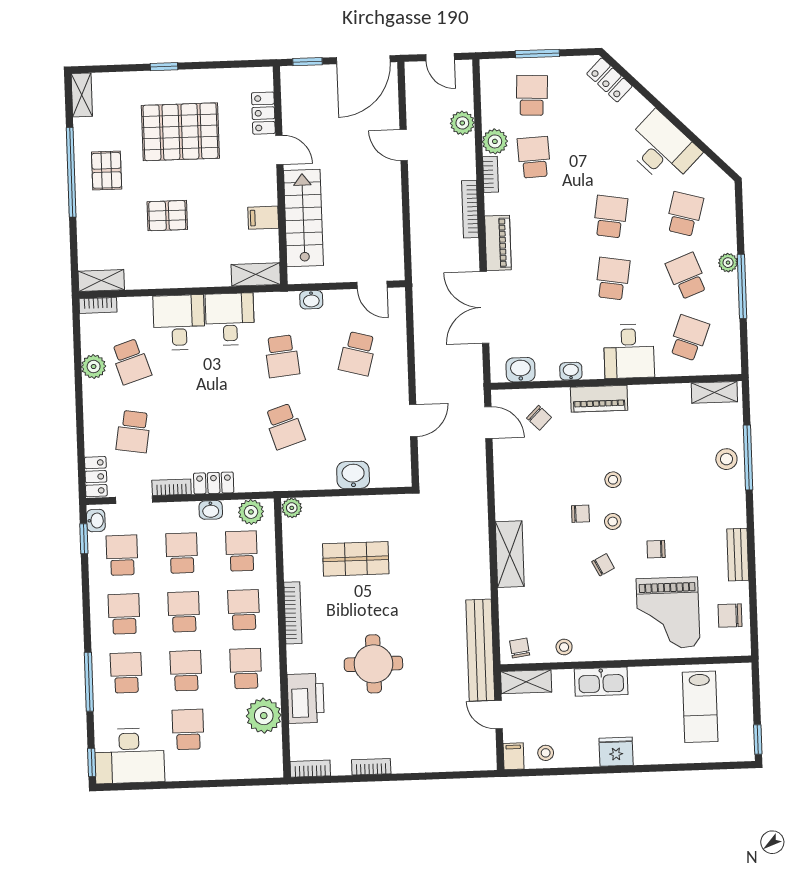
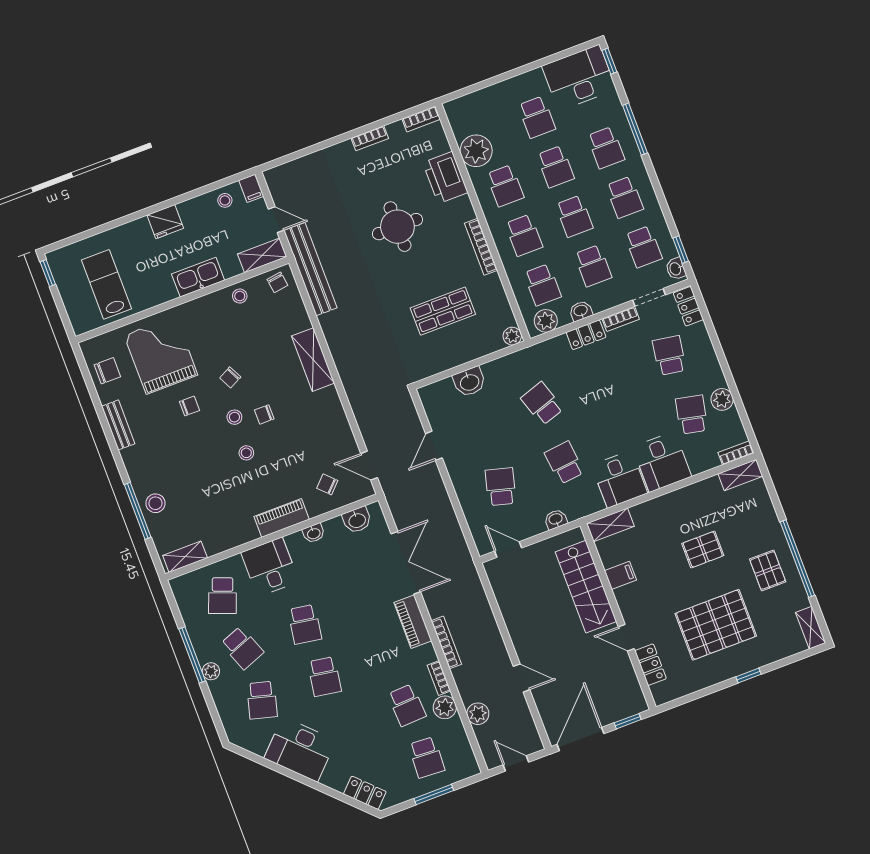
school desk: (131, 362) -> (692, 415), turned 30

